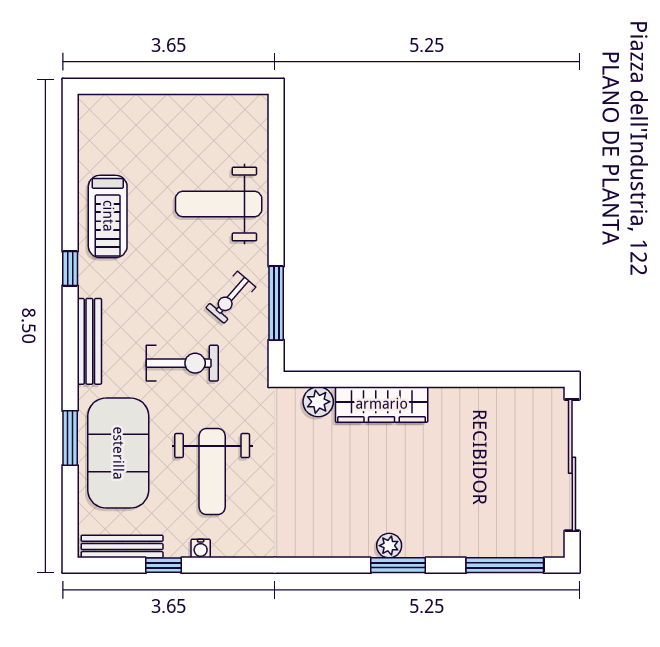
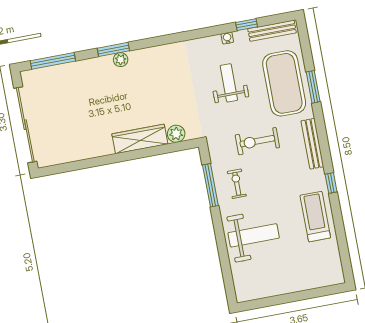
exercise bike: (231, 297) -> (237, 184), turned -41
weight bench: (212, 471) -> (229, 83), width x0.73, depth x0.75

